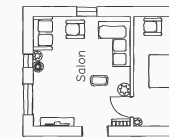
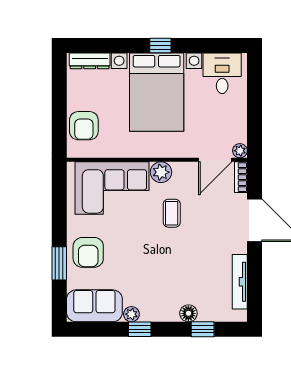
window: (87, 12) -> (59, 263), moved
floor lamp: (38, 67) -> (188, 313), moved
plant: (124, 90) -> (161, 172), moved
window: (28, 99) -> (203, 329), width x0.46

